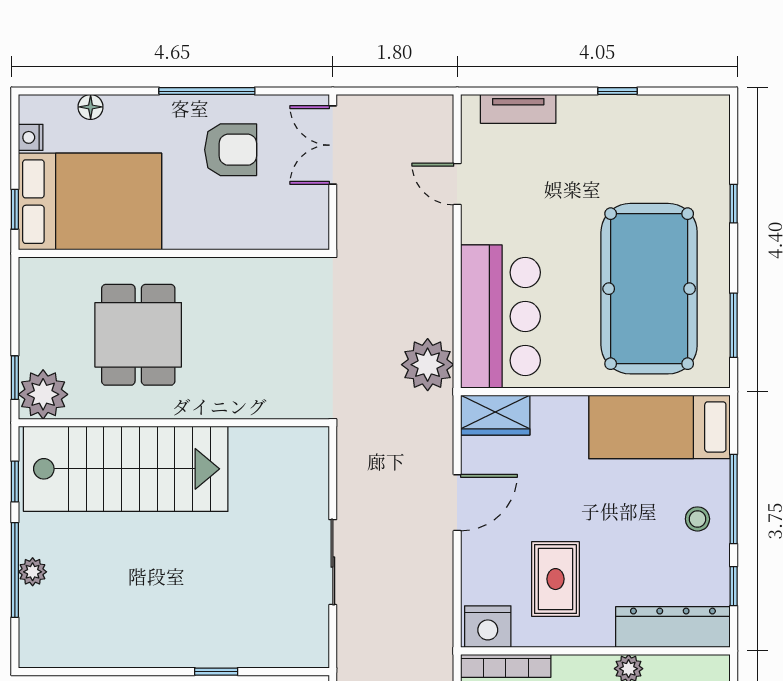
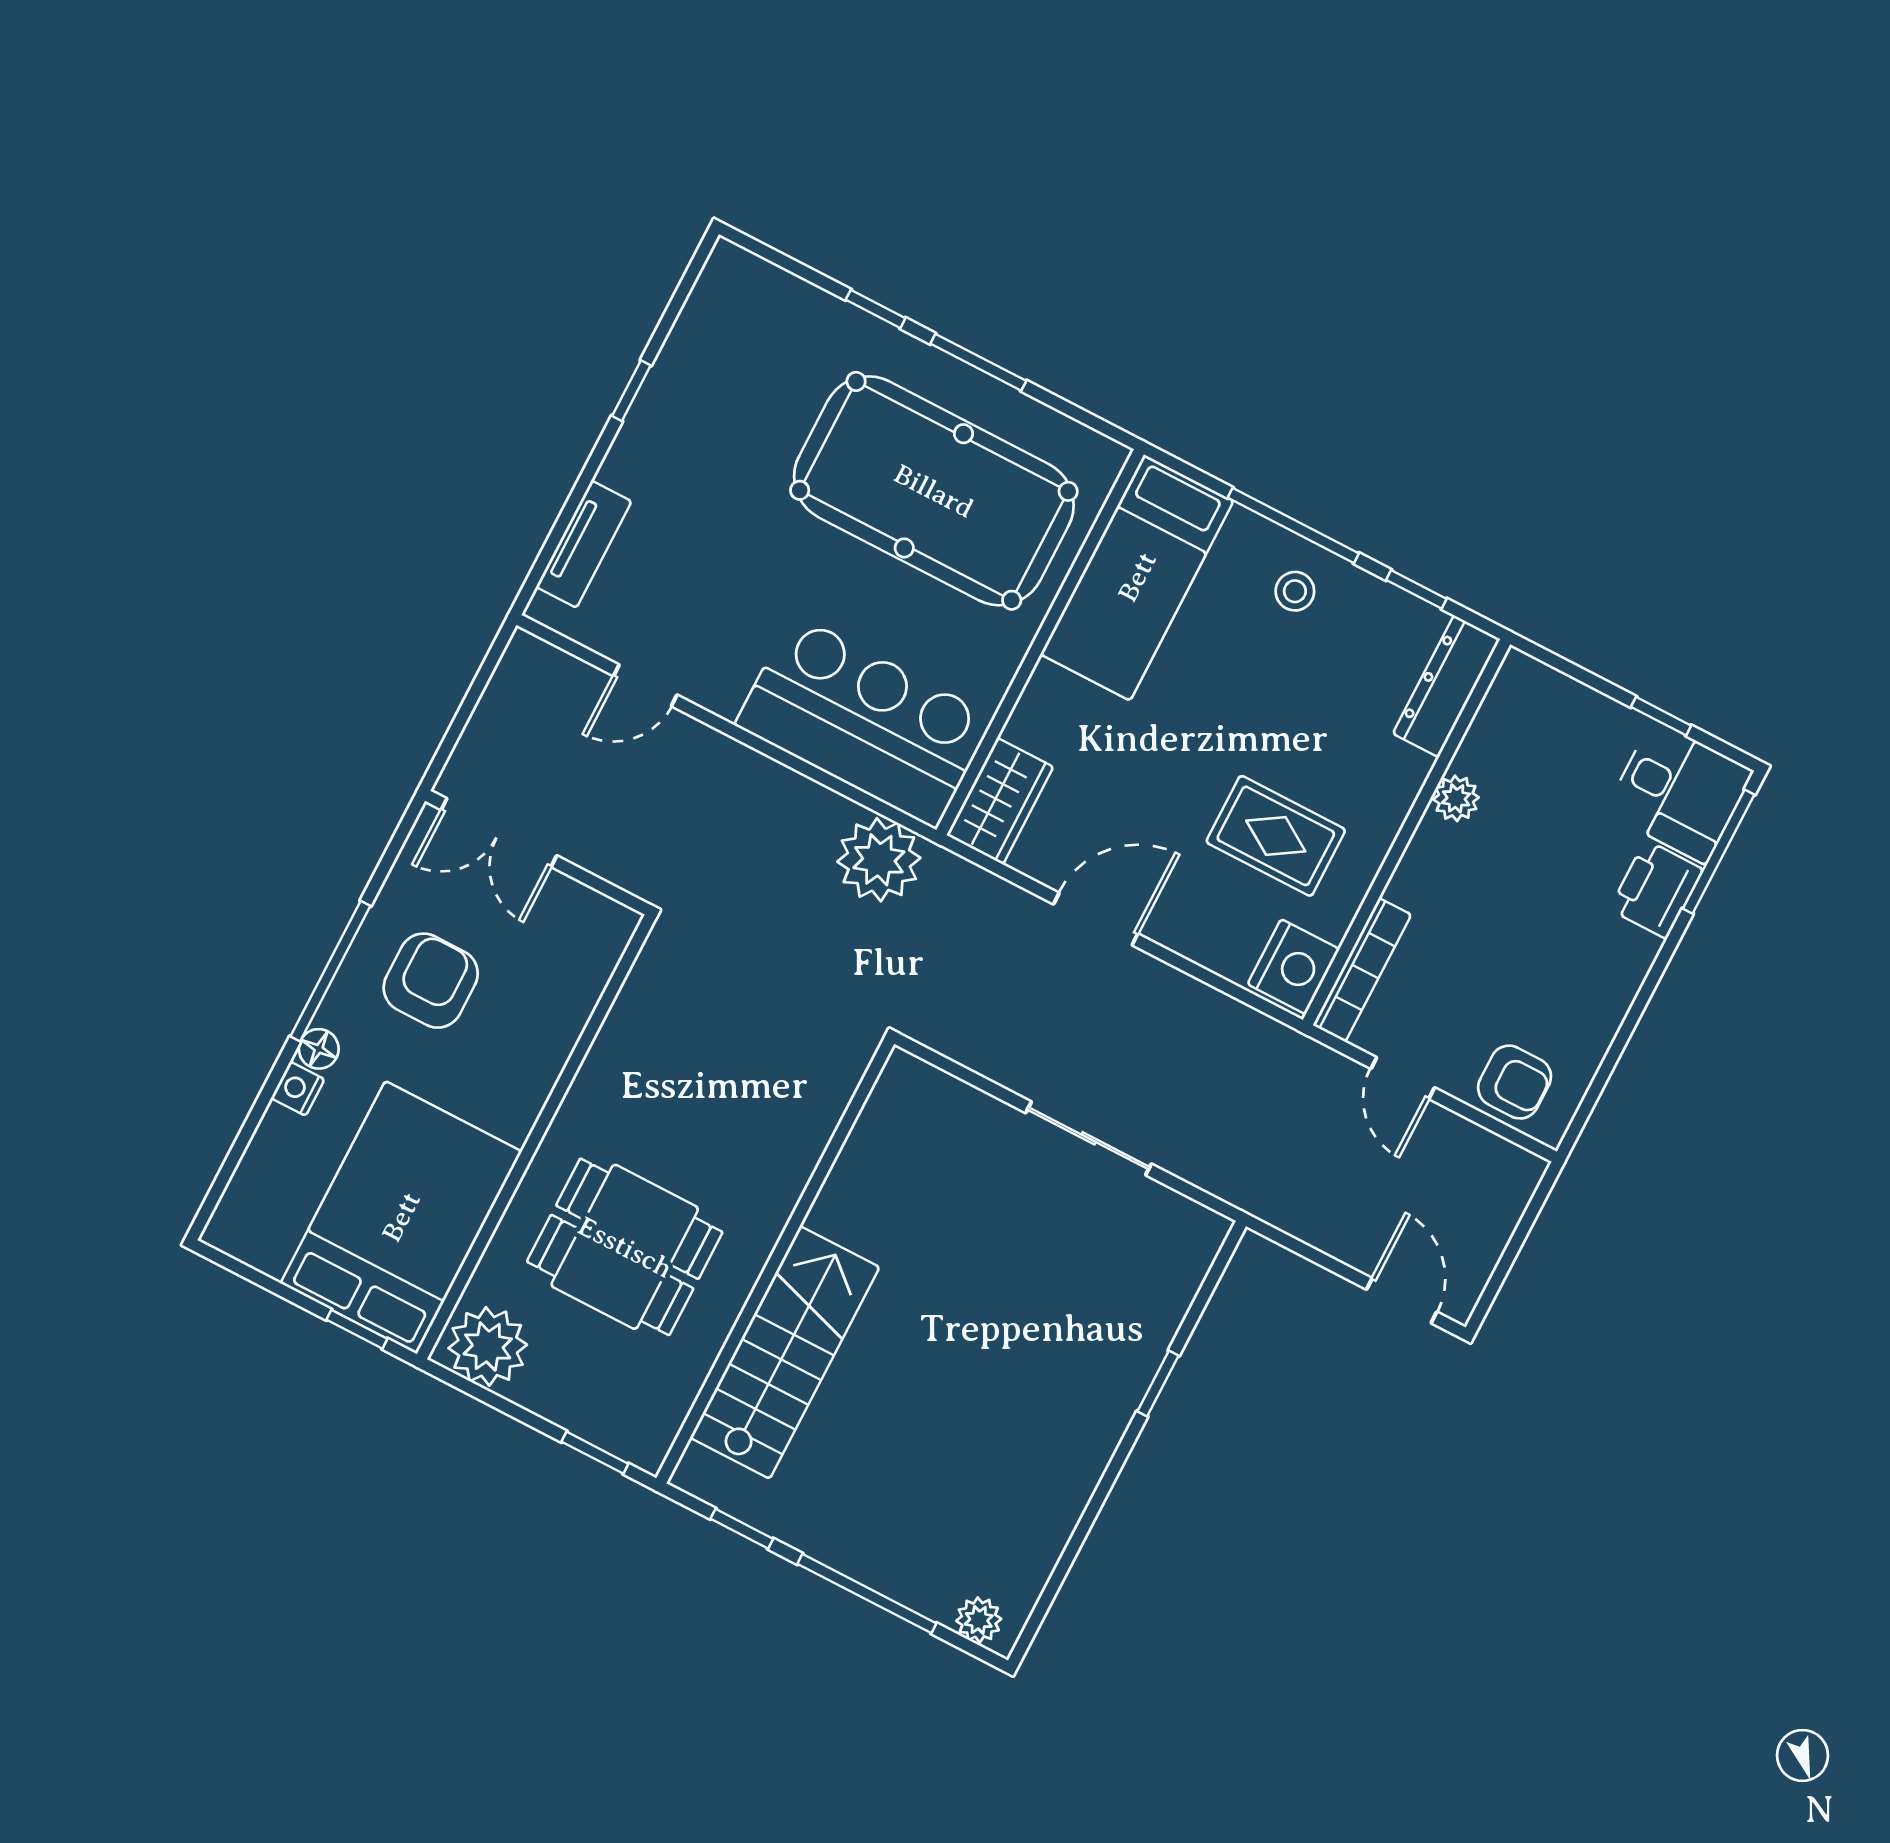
floor lamp: (91, 107) -> (319, 1049), moved
nightstand: (31, 137) -> (298, 1089), moved, turned 90
window: (734, 325) -> (978, 362), moved
plant: (43, 394) -> (488, 1346), moved
stairs: (126, 469) -> (785, 1352), width x0.73, depth x0.66
door: (457, 503) -> (1096, 919), hinge flipped
plant: (33, 572) -> (979, 1620), moved
dresser: (673, 627) -> (1446, 686), width x0.73, depth x0.80

